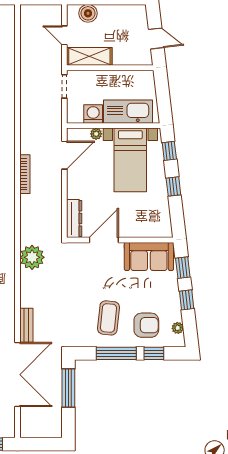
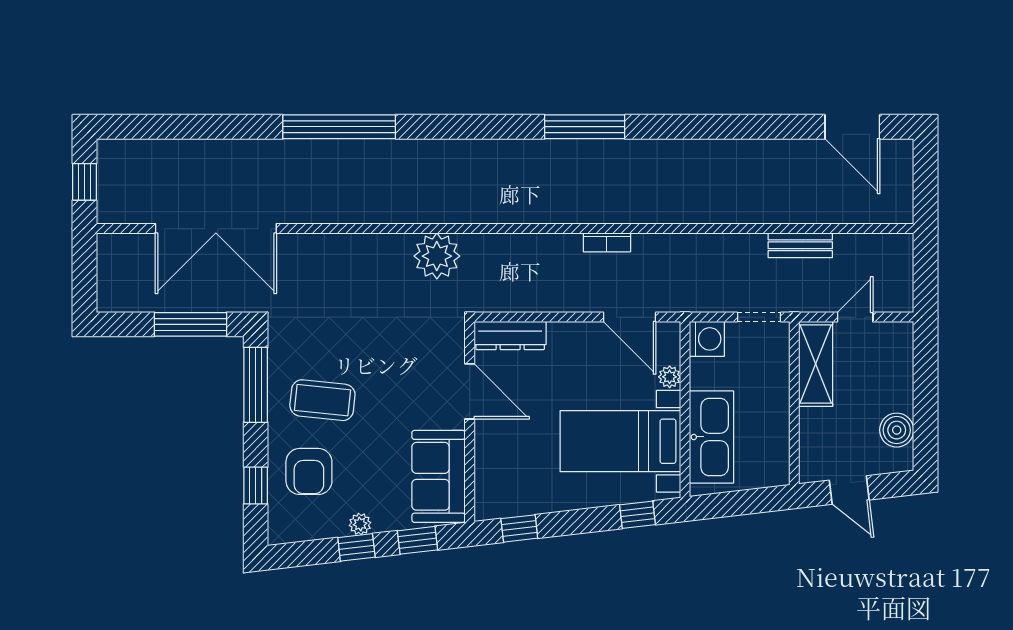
boiler: (88, 13) -> (897, 430), moved
door: (156, 38) -> (849, 490), hinge flipped
washing machine: (93, 114) -> (707, 339), moved
bookcase: (25, 174) -> (607, 242), width x0.64
window: (173, 186) -> (519, 528), moved
bench: (26, 325) -> (800, 245), moved
plant: (178, 328) -> (360, 524), moved
window: (116, 353) -> (256, 385), moved

